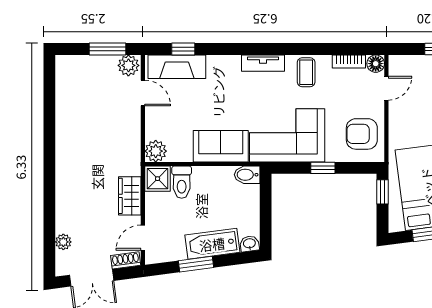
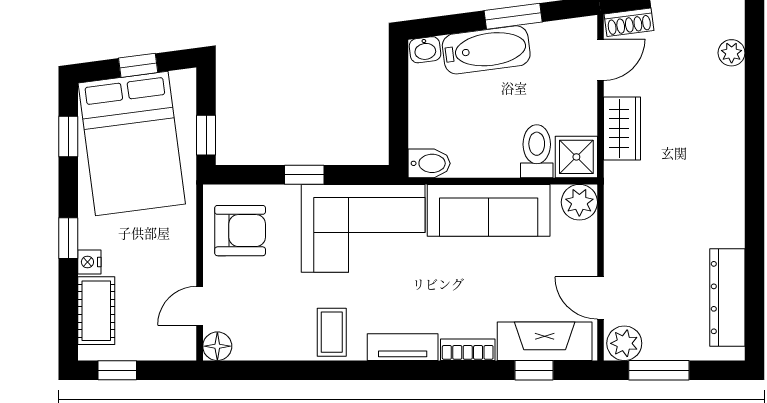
bookcase: (349, 61) -> (468, 350), moved
dresser: (66, 93) -> (727, 298), added
sofa: (221, 146) -> (489, 210), width x1.36

